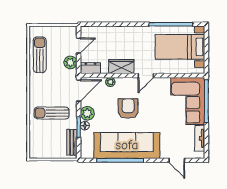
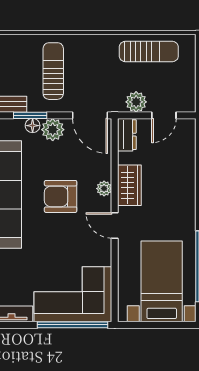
door: (79, 46) -> (164, 115), hinge flipped
plant: (110, 82) -> (104, 189), moved
armchair: (128, 109) -> (61, 196), turned 180

